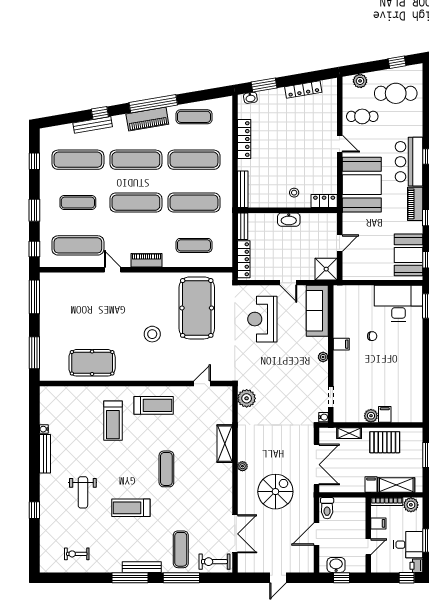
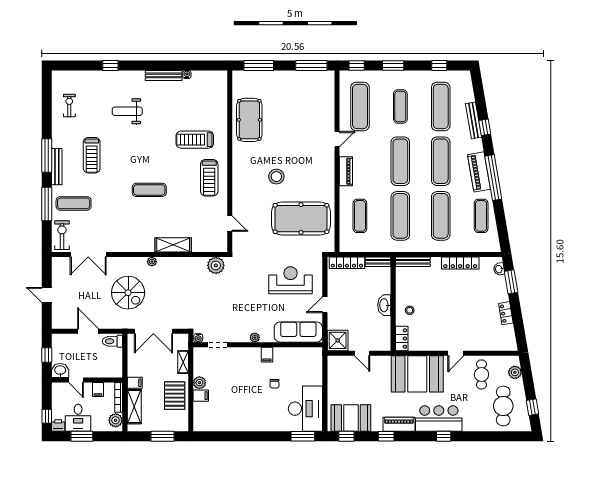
locker: (303, 89) -> (506, 313), width x0.66
treadmill: (131, 508) -> (92, 155), moved, turned 180
washbasin: (336, 565) -> (60, 370), moved, turned -90

